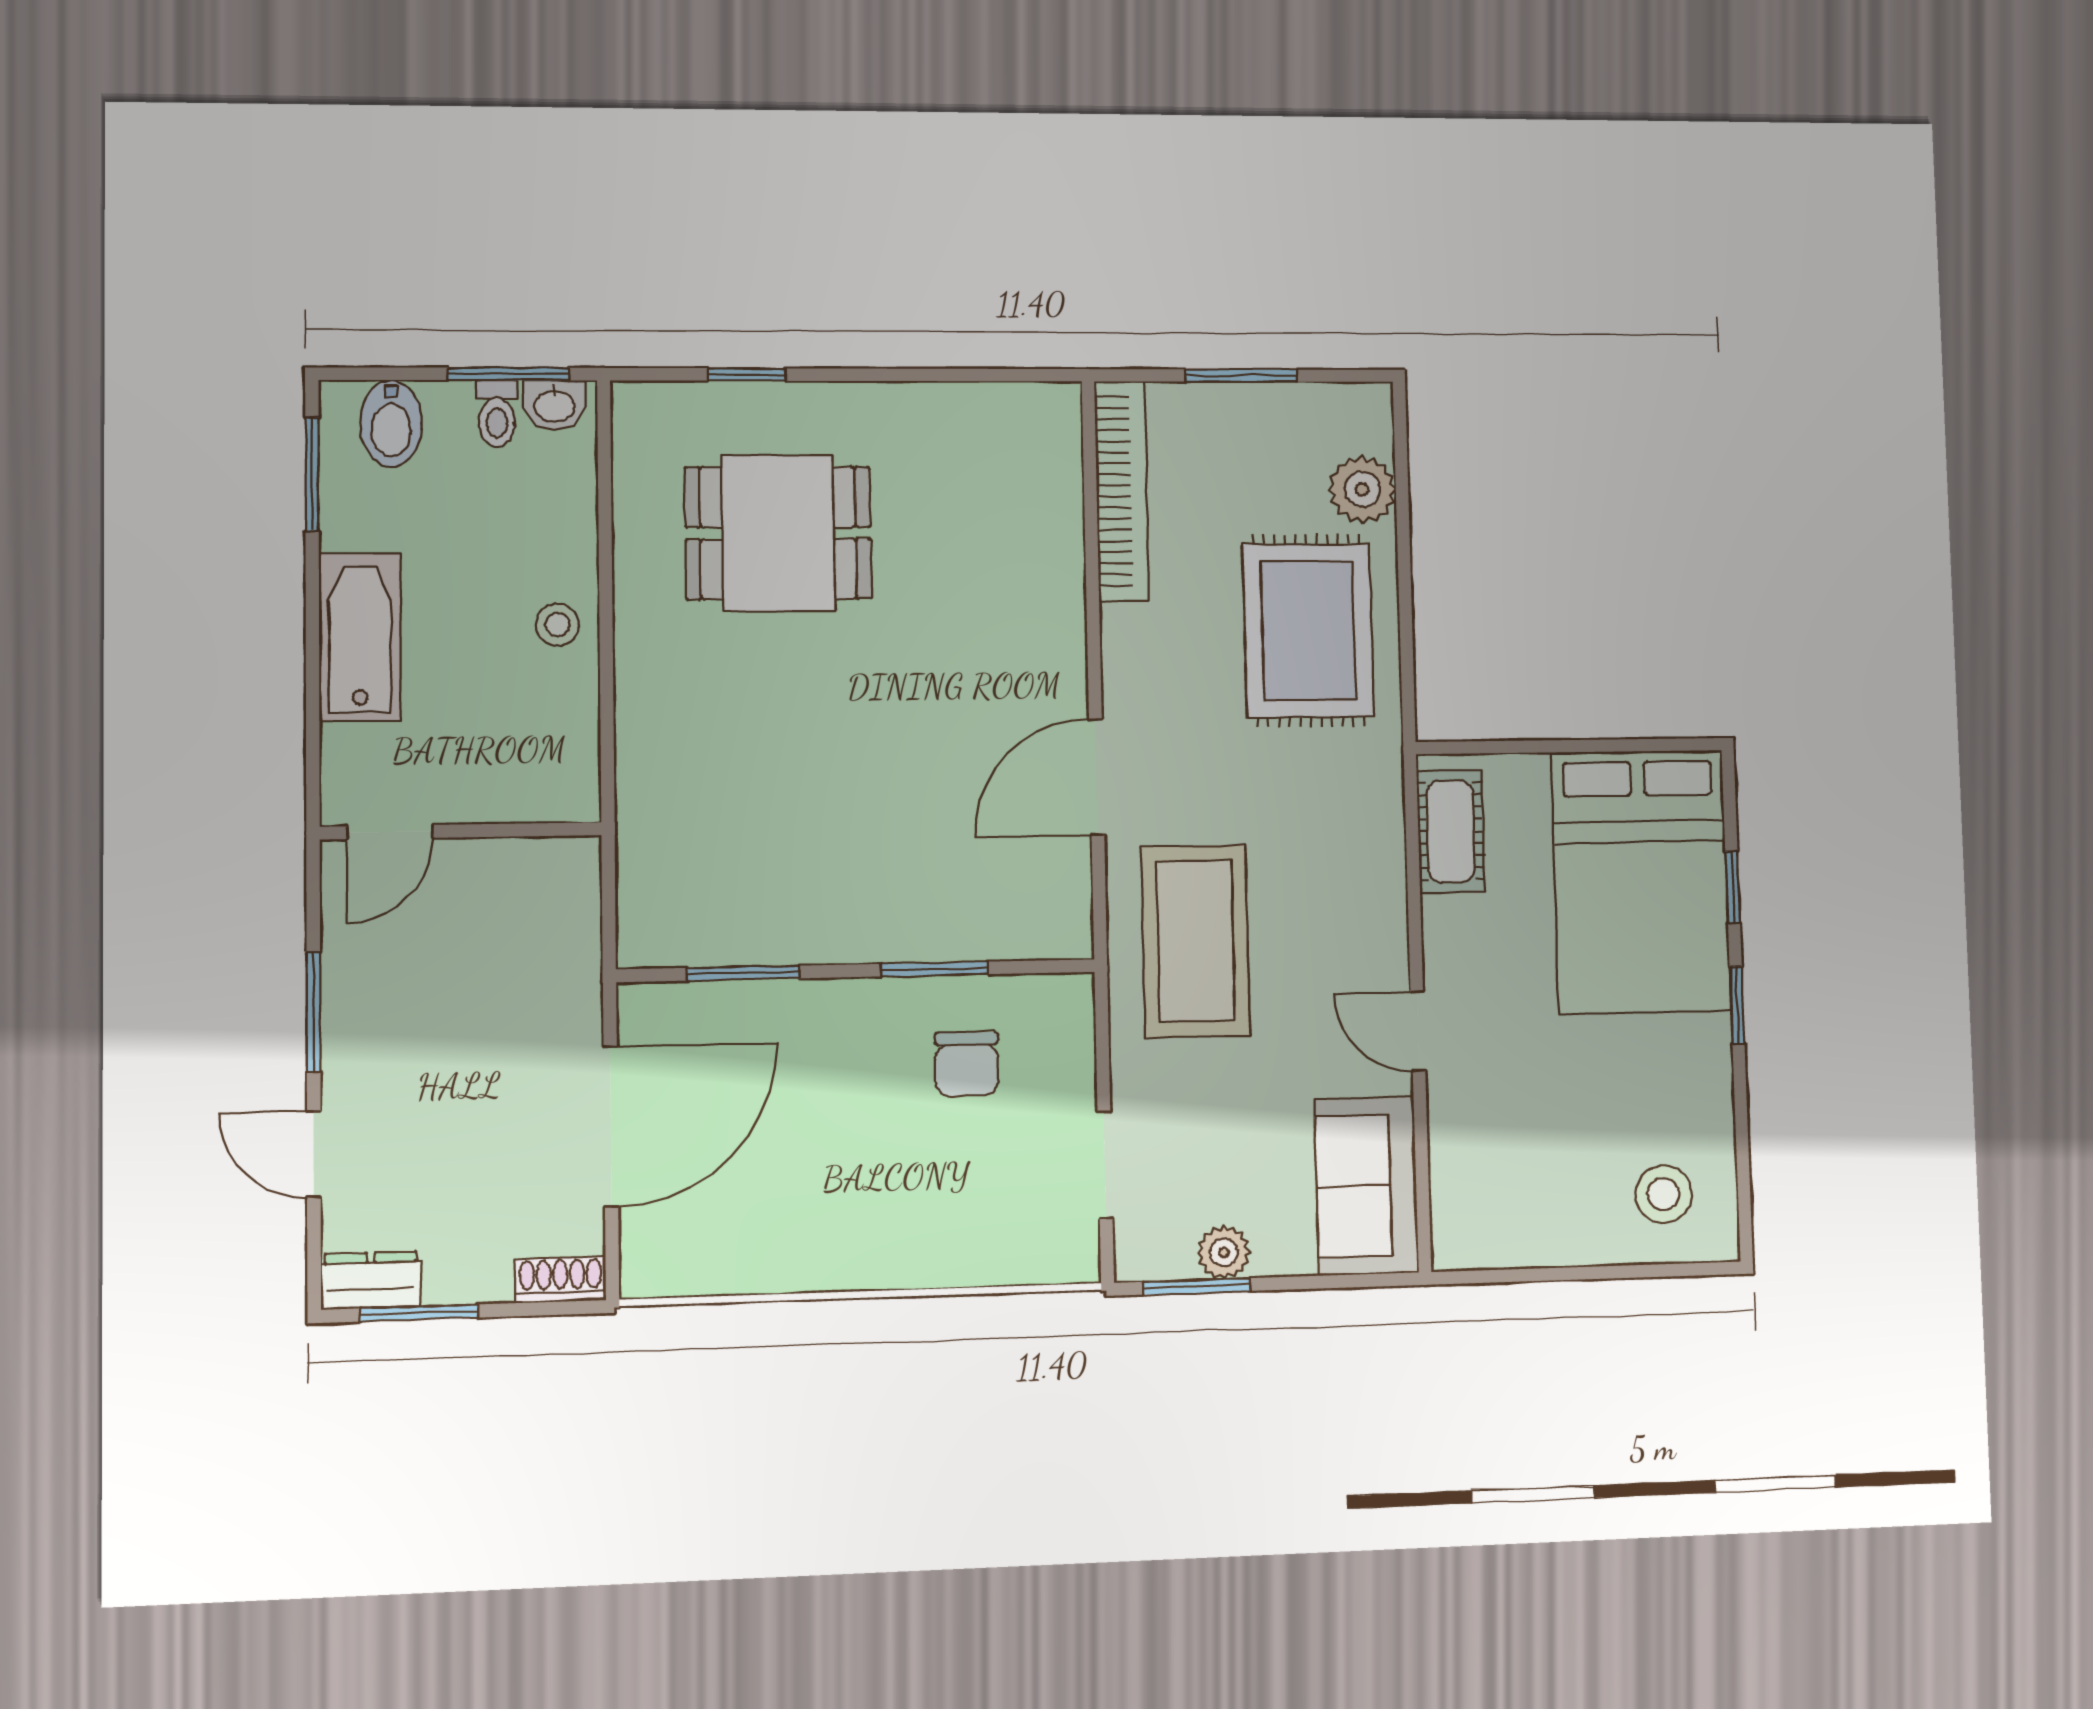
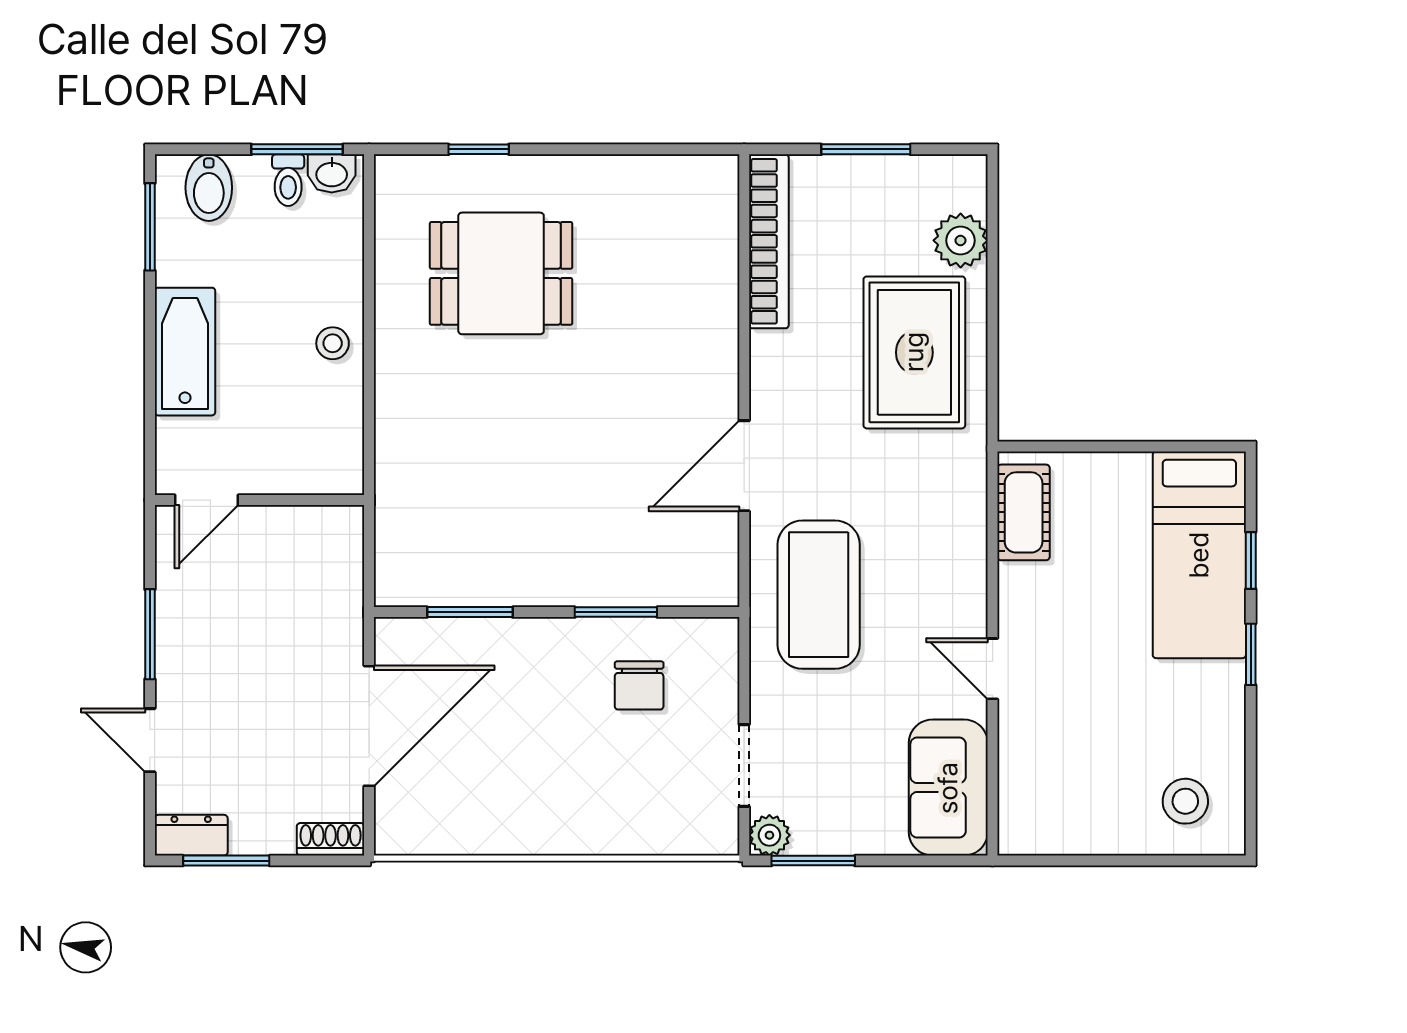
bed: (1641, 881) -> (1199, 555), width x0.67
plant: (1224, 1252) -> (769, 835), moved

